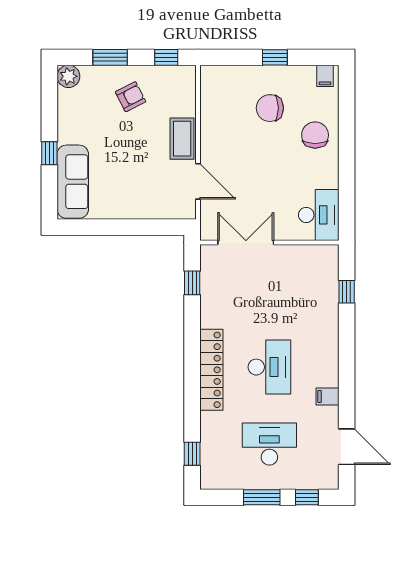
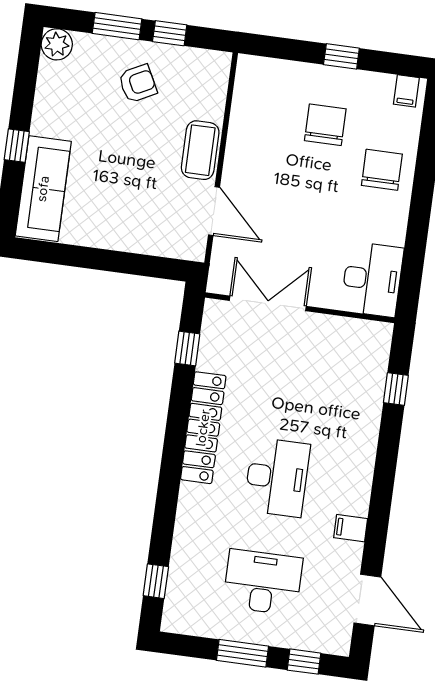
window: (166, 57) -> (170, 33), moved
chair: (270, 108) -> (325, 125), turned 90
locker: (211, 370) -> (203, 428), moved

